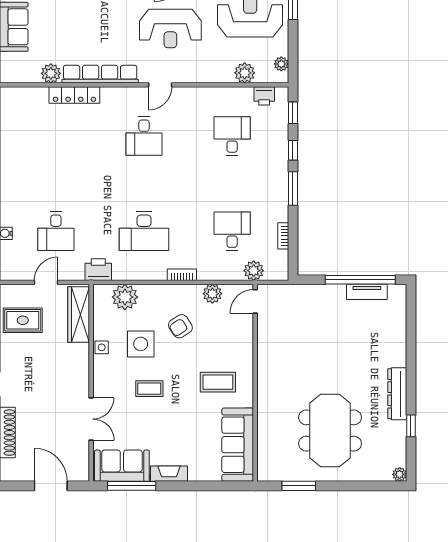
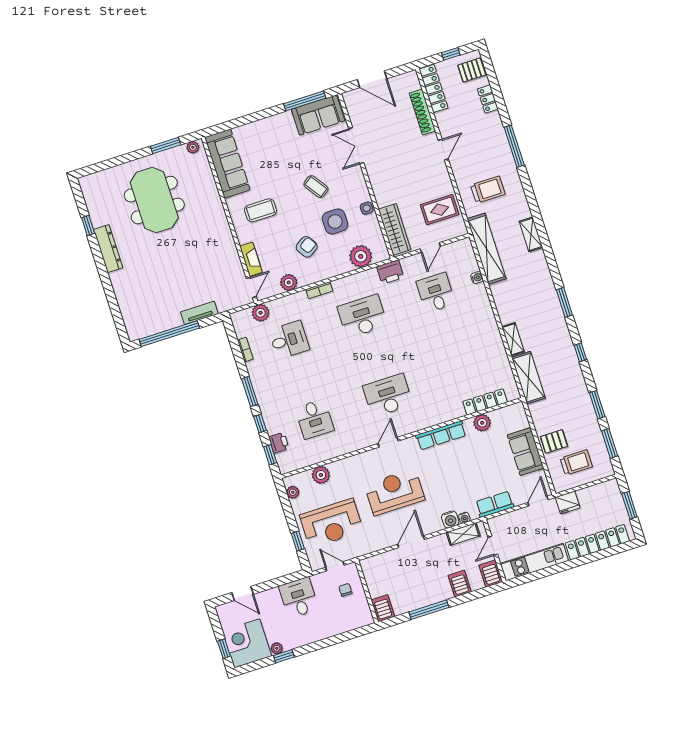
row of seats: (100, 74) -> (441, 435), width x0.73
locker: (74, 95) -> (485, 402), moved
printer: (264, 96) -> (279, 443), moved, turned 90
desk: (144, 136) -> (388, 395), width x1.37
desk: (232, 231) -> (289, 340), turned -90
tv unit: (367, 292) -> (199, 313), moved
coffee table: (149, 389) -> (316, 187), turned 55
fireplace: (169, 474) -> (251, 259), moved, turned -90
plant: (400, 474) -> (193, 147), moved

